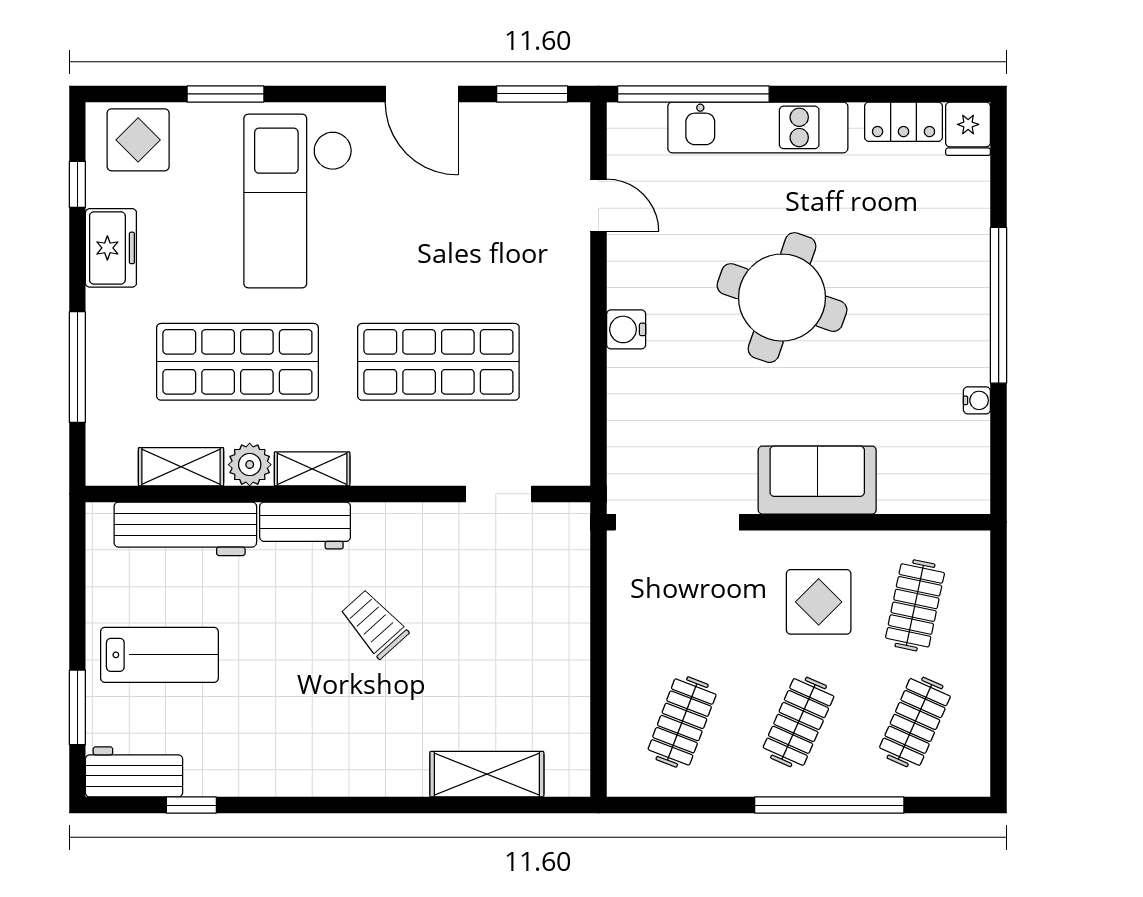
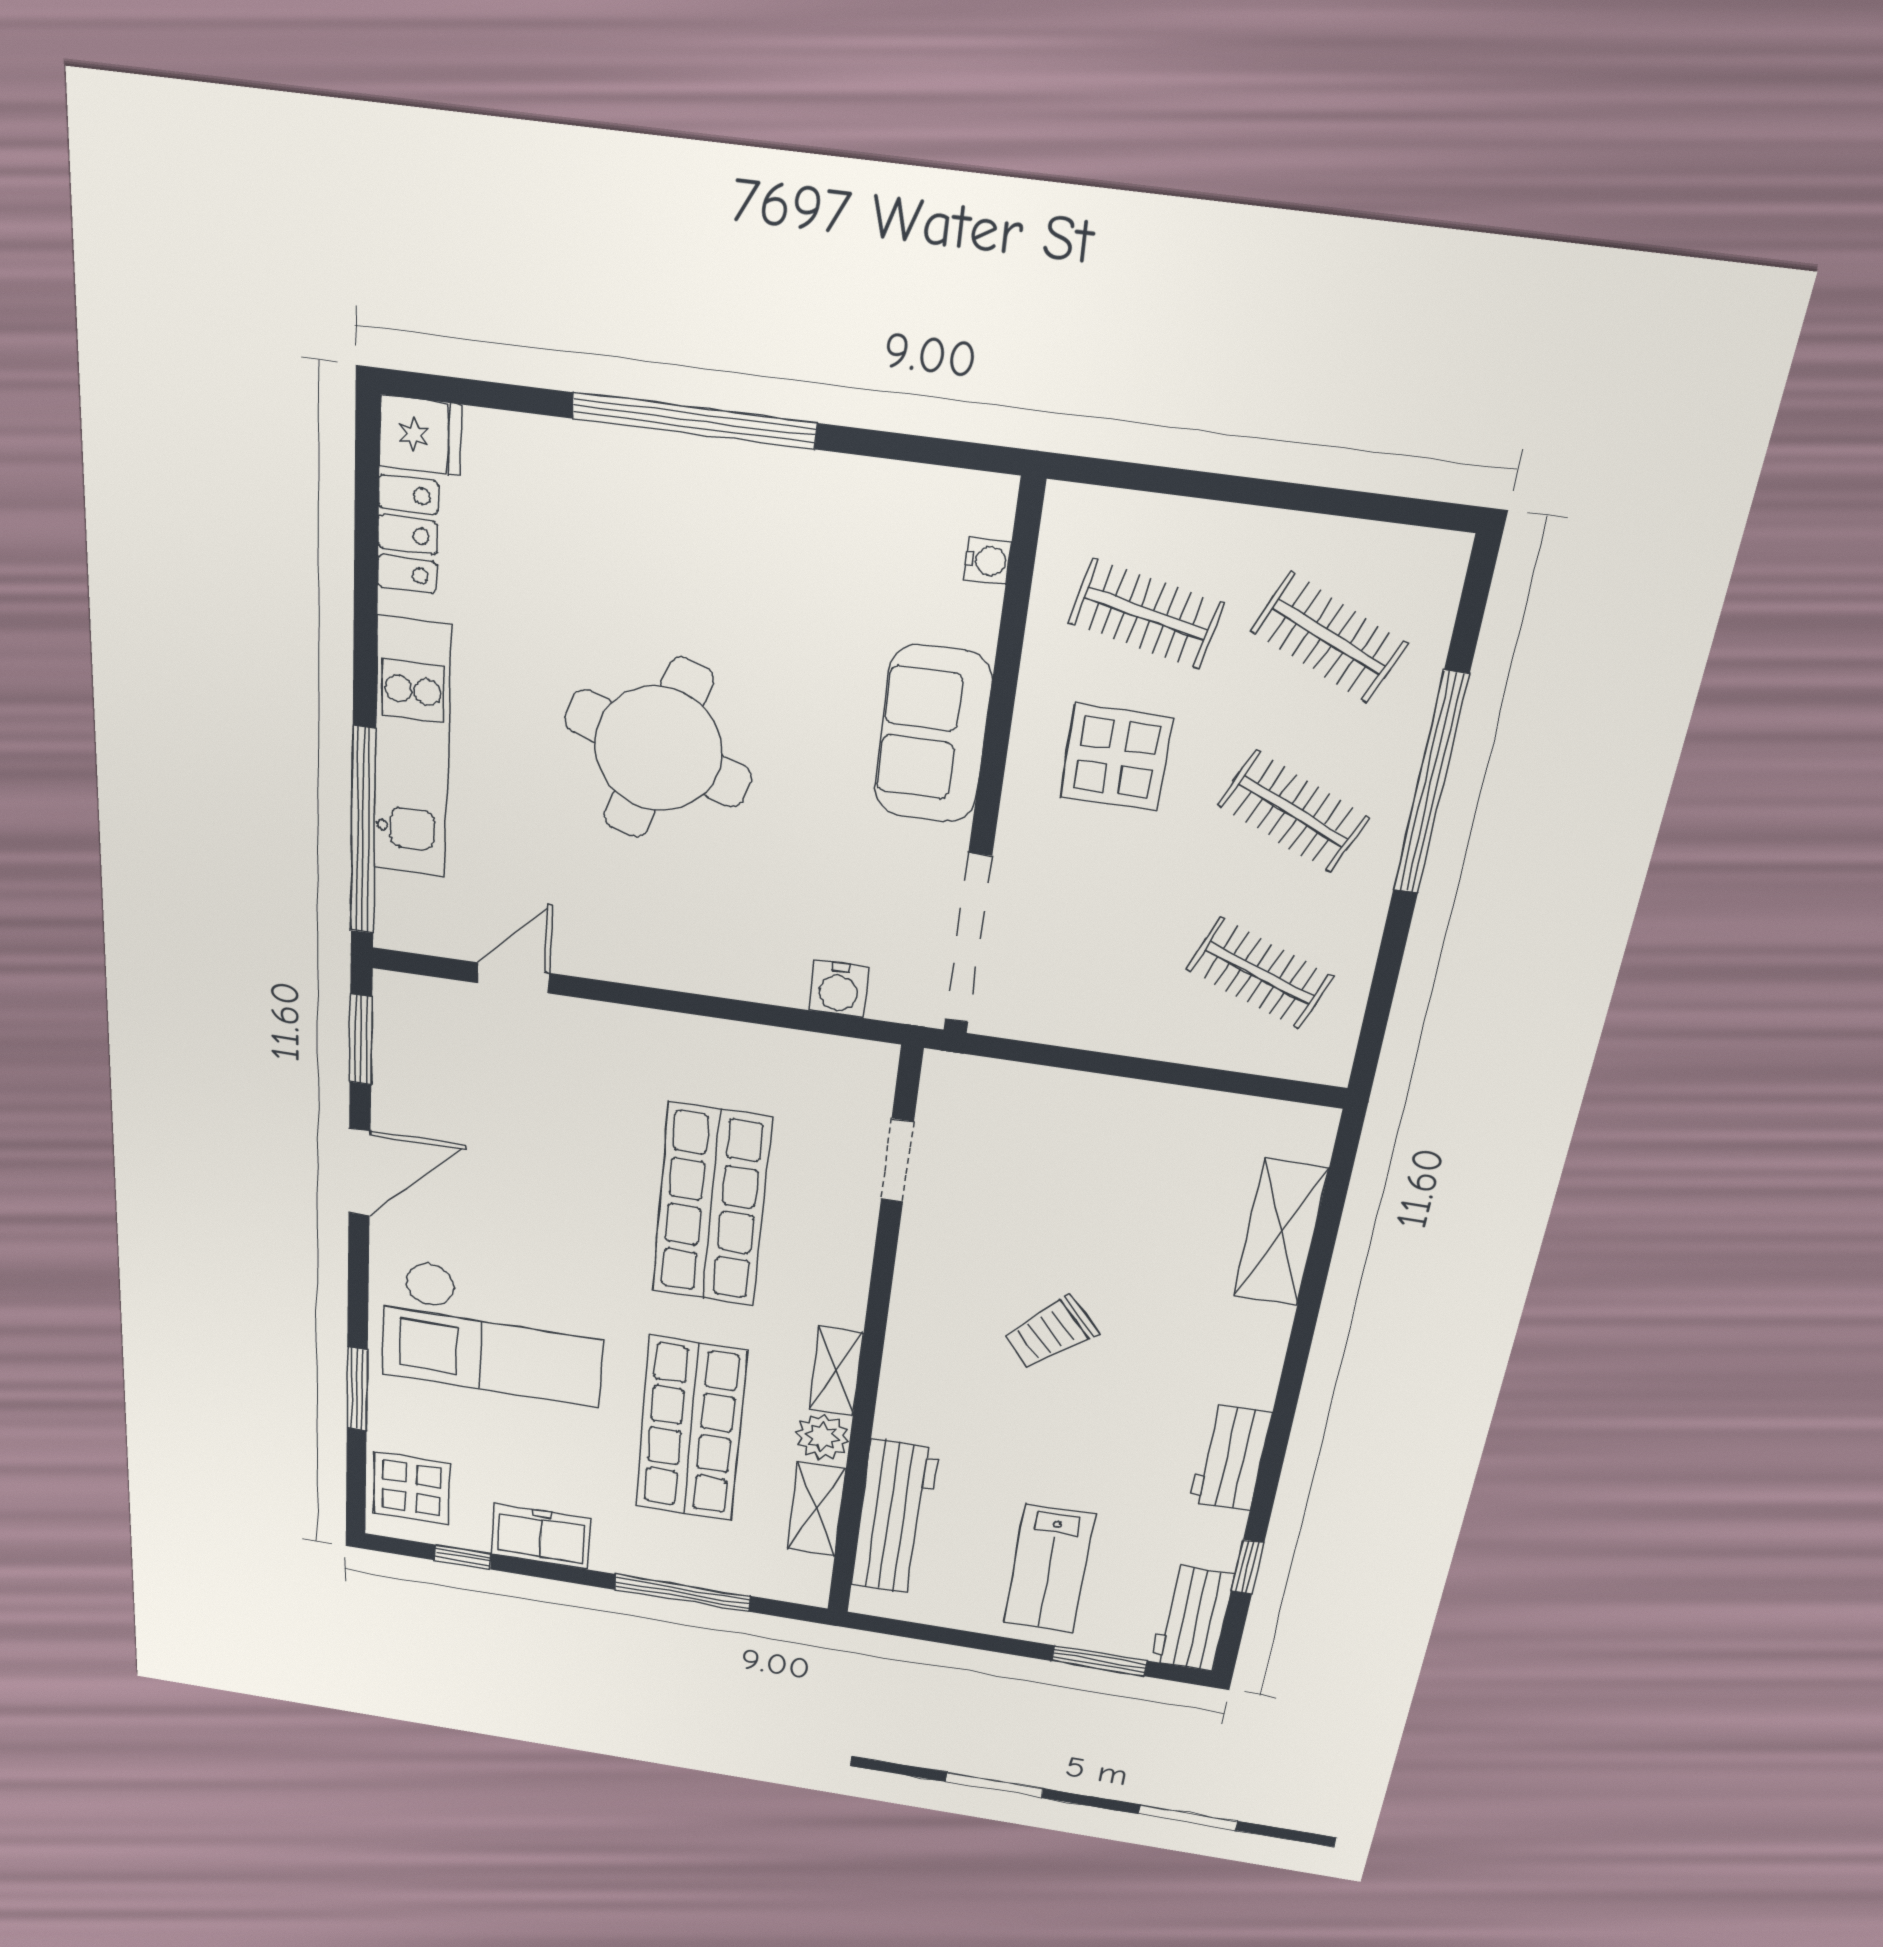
water cooler: (626, 329) -> (839, 989), moved
water cooler: (977, 400) -> (987, 561), moved, turned 90
workbench: (305, 525) -> (1230, 1458), moved, turned 180
lab bench: (159, 655) -> (1049, 1569), turned 180

